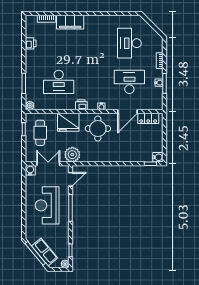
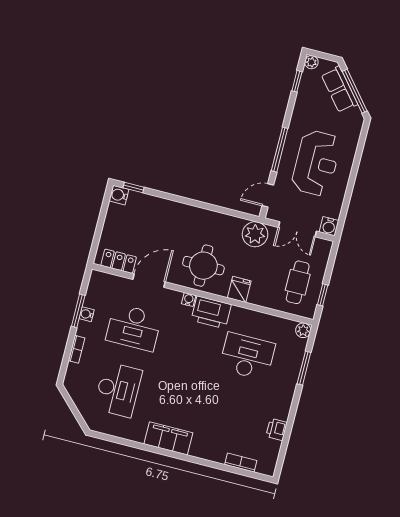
filing cabinet: (70, 22) -> (168, 438), moved
printer: (81, 105) -> (211, 312), width x1.87, depth x1.48
fridge: (68, 122) -> (239, 289), width x0.53, depth x0.75

